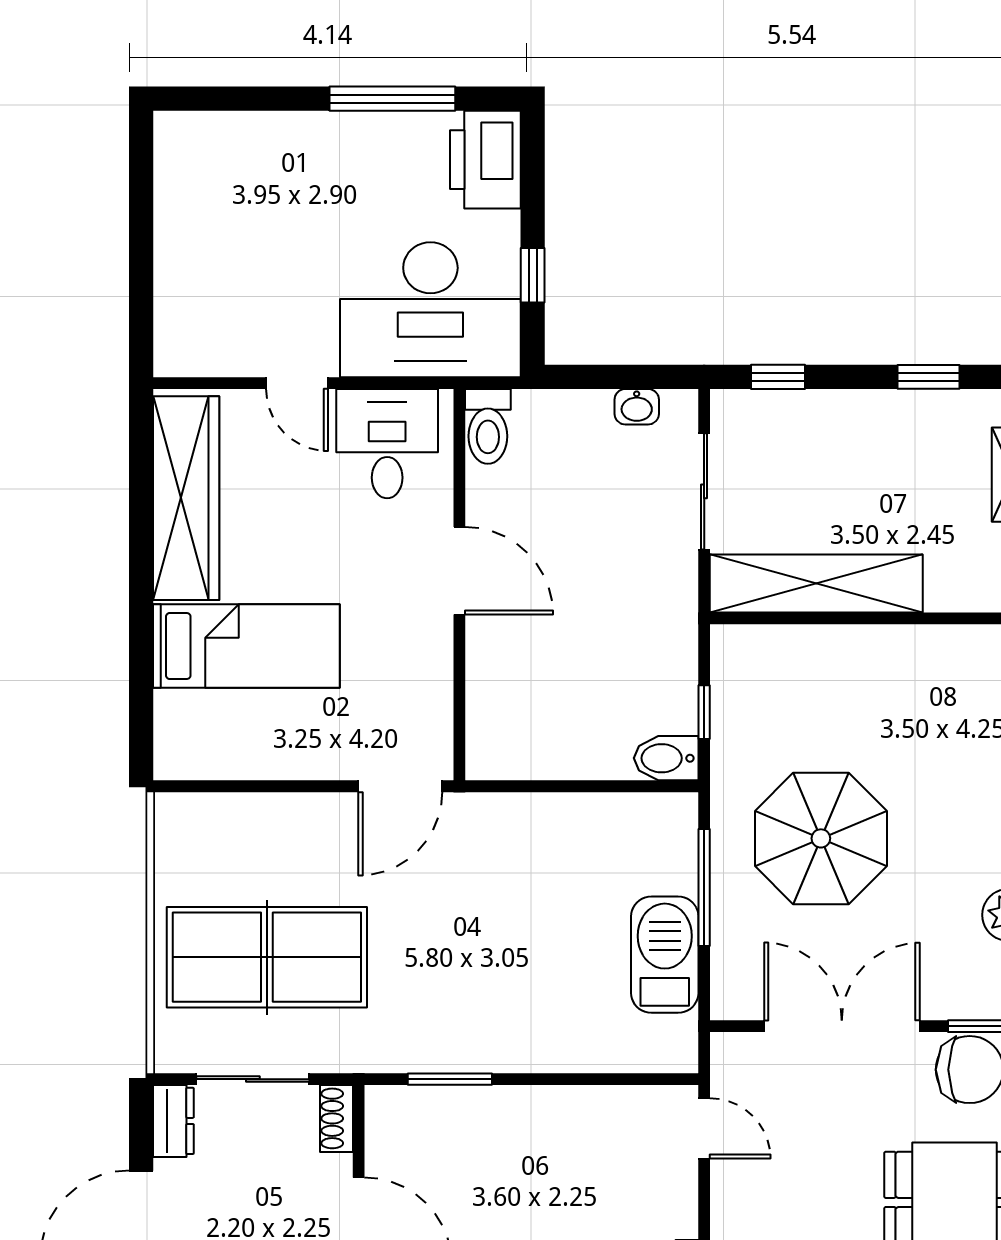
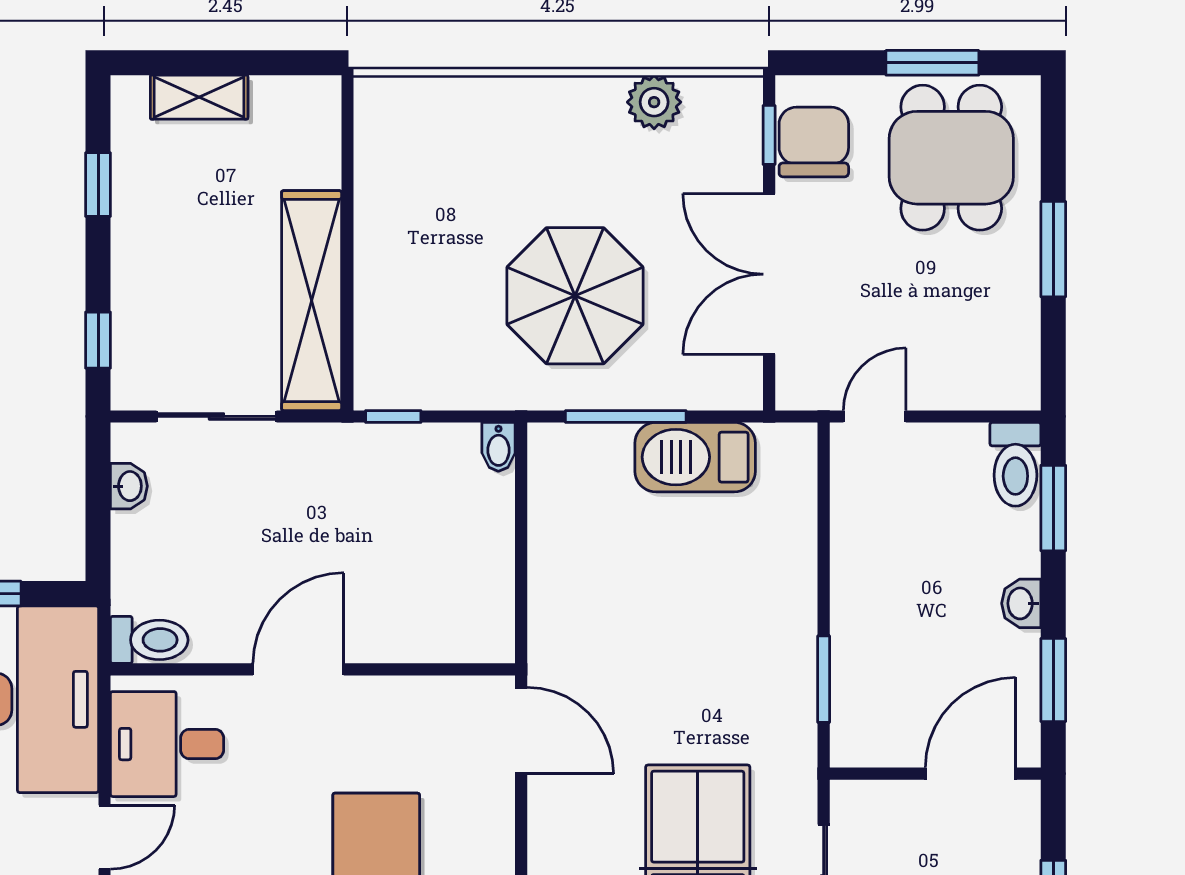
window: (704, 712) -> (393, 416), moved
bidet: (666, 758) -> (498, 447), width x0.72, depth x0.74
shoe rack: (336, 1118) -> (864, 796), removed

